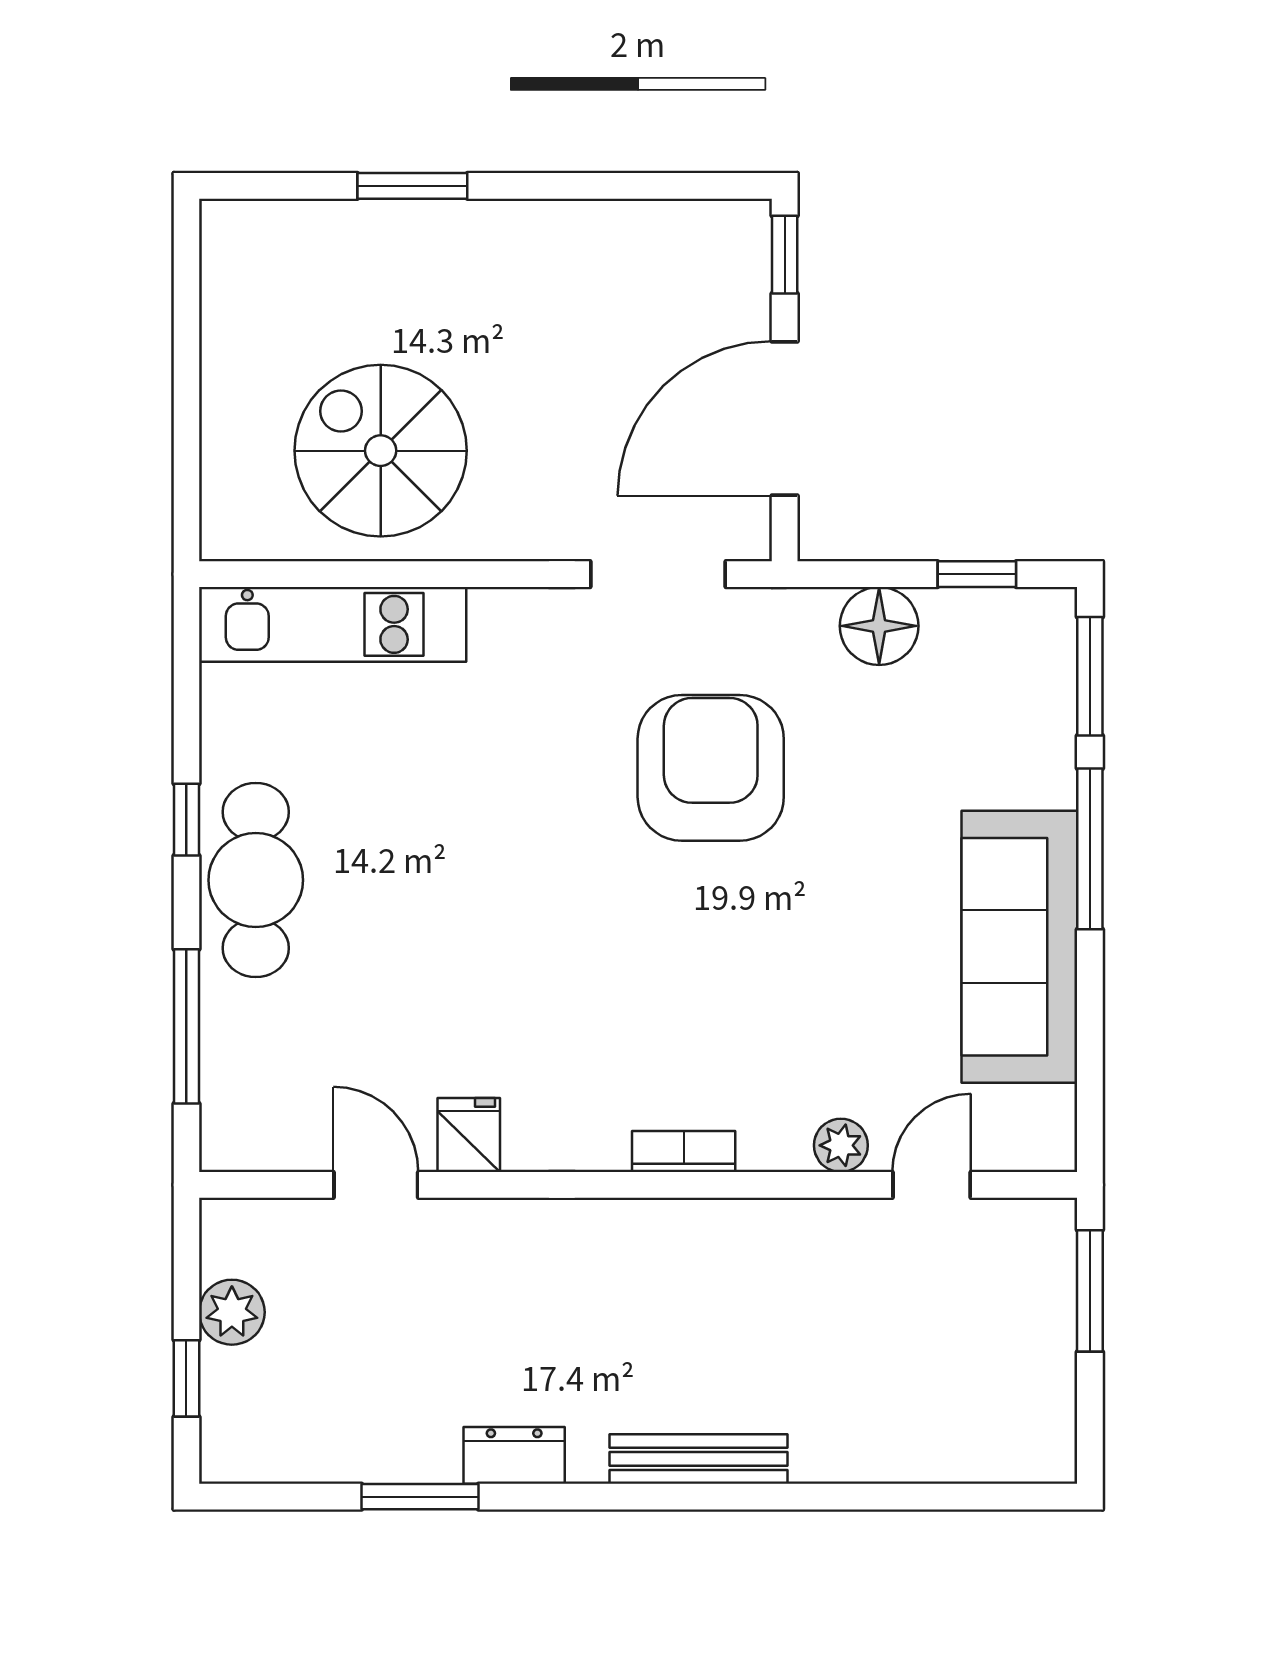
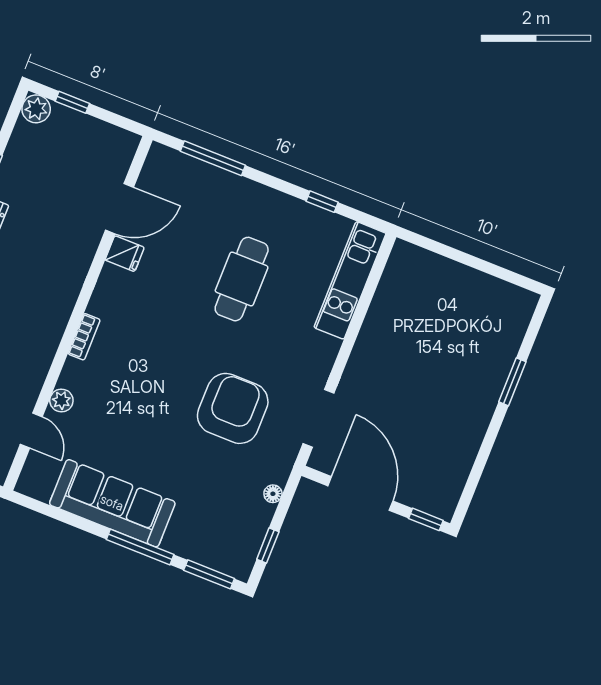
spiral stairs: (381, 451) -> (412, 327), removed
floor lamp: (879, 626) -> (273, 494), width x0.53, depth x0.53
armchair: (711, 768) -> (233, 408), turned -90
window: (186, 820) -> (322, 202), moved
cafe table: (256, 880) -> (242, 279), moved, turned 90
door: (376, 1185) -> (120, 209), width x1.38
plant: (232, 1312) -> (36, 109), moved

